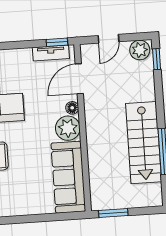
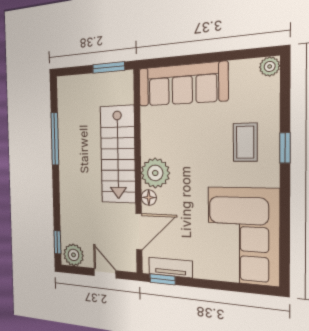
door: (108, 39) -> (105, 273), hinge flipped
stairs: (144, 143) -> (118, 154), moved, turned 180
sofa: (68, 177) -> (182, 84), moved, turned 90

